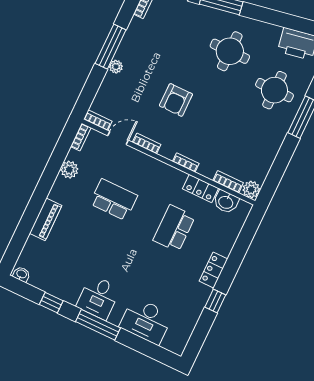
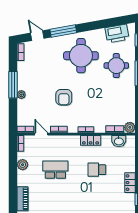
round table: (230, 51) -> (81, 56), width x1.36, depth x1.36
door: (118, 138) -> (41, 134), hinge flipped
locker: (201, 189) -> (91, 140), moved
school desk: (174, 228) -> (97, 170), width x0.54

